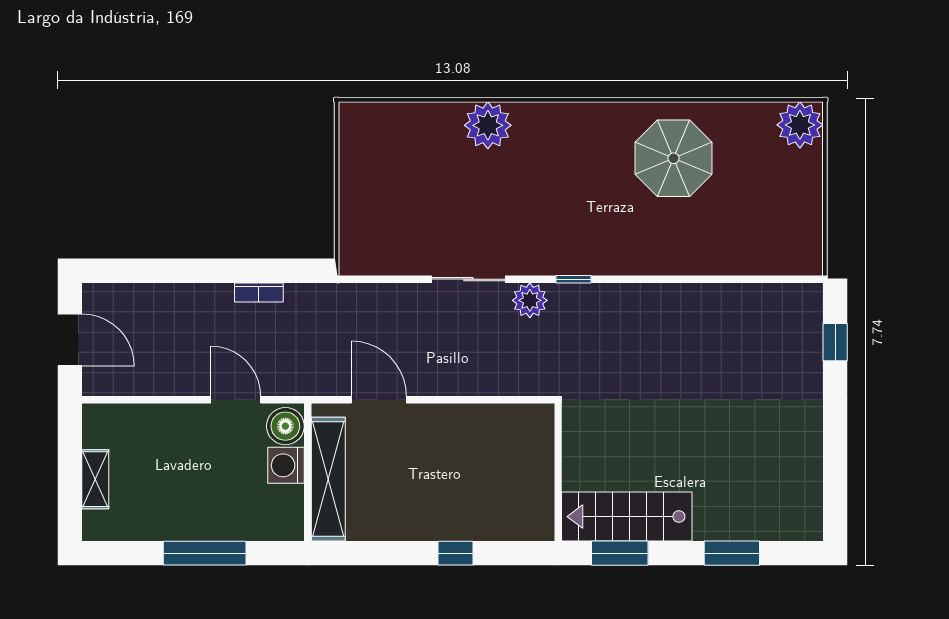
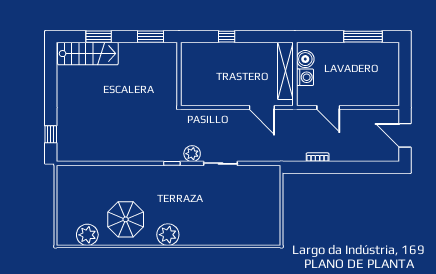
plant: (488, 125) -> (168, 235), moved
plant: (800, 125) -> (87, 235), moved
boiler: (285, 426) -> (305, 59), moved
shelving: (95, 479) -> (393, 71), removed
stairs: (627, 517) -> (88, 54), moved
window: (205, 553) -> (363, 37), moved

